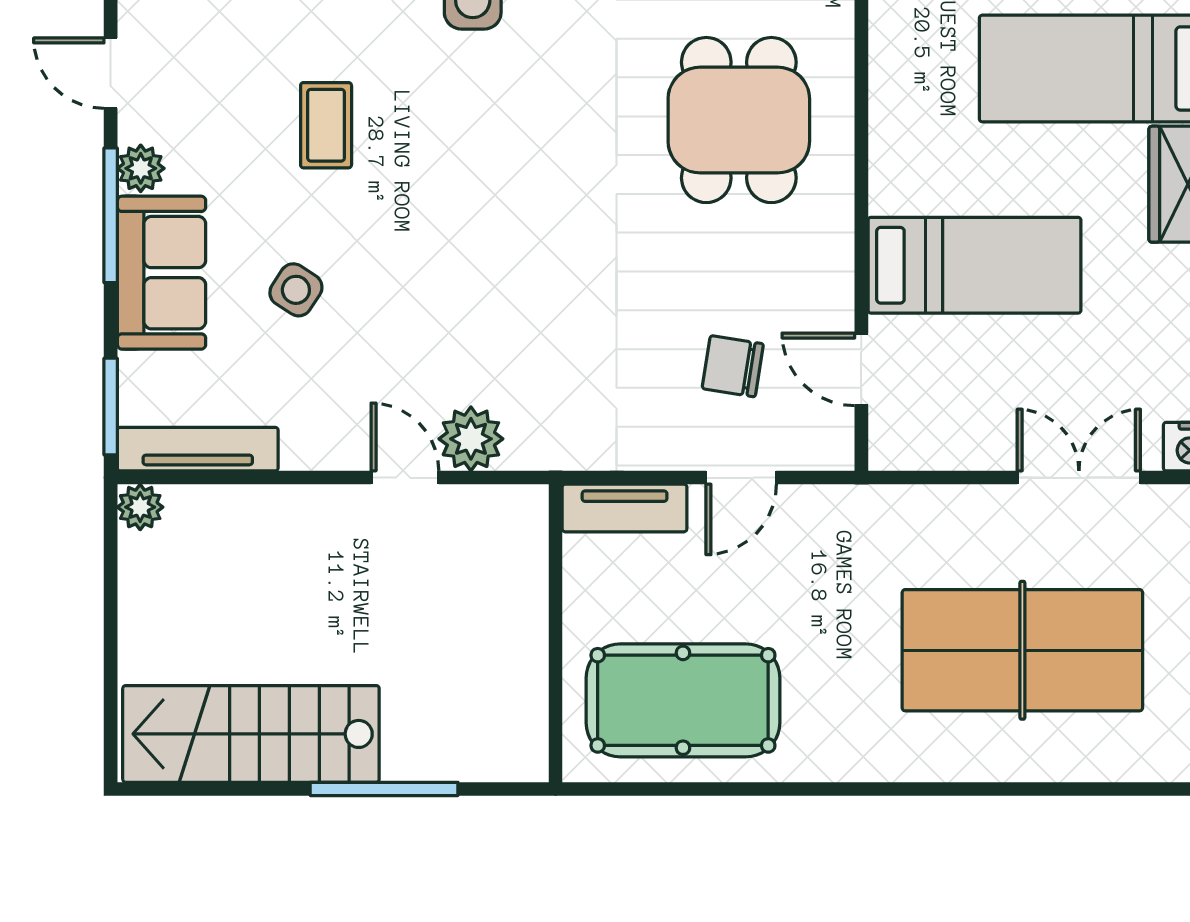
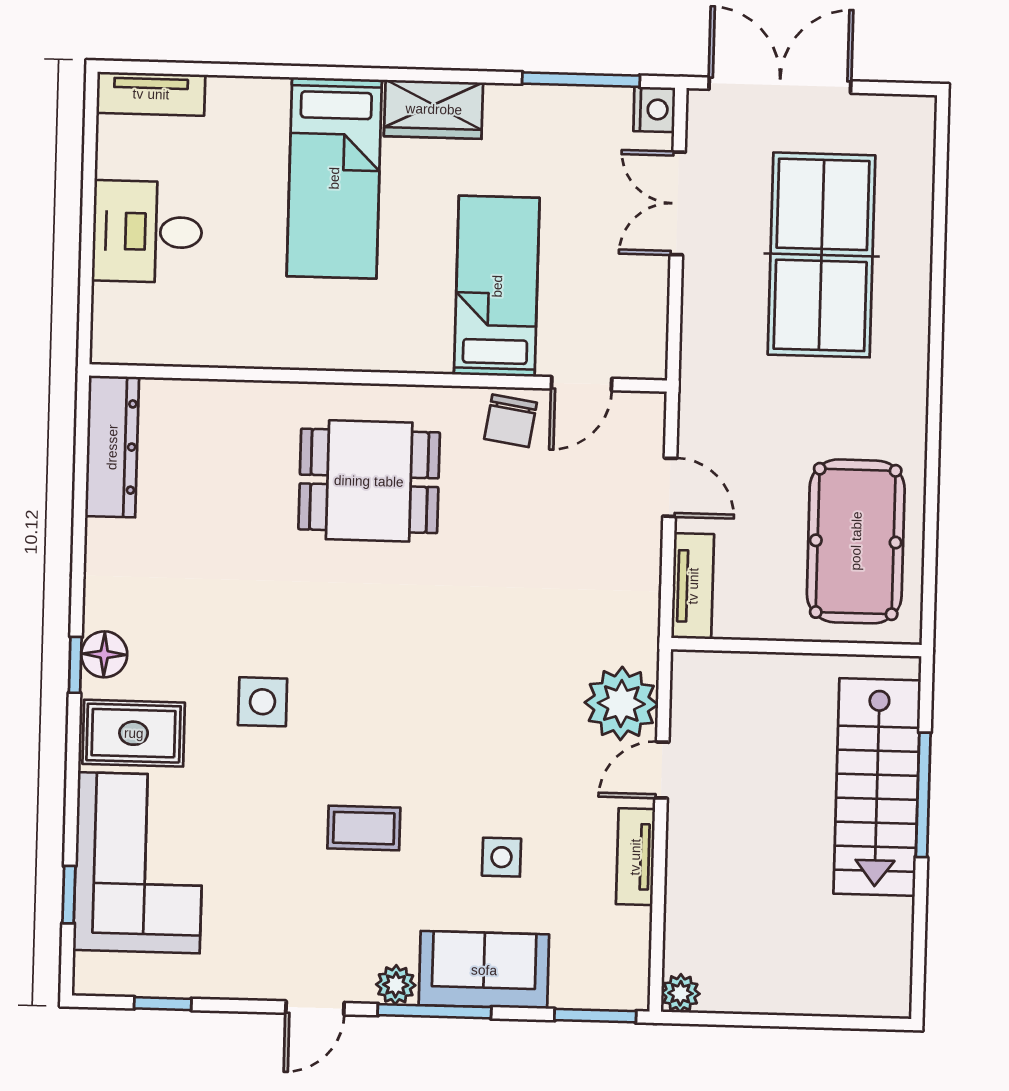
side table: (296, 290) -> (501, 857), turned -33
chair: (733, 366) -> (511, 421), moved
plant: (471, 439) -> (621, 703), width x1.36, depth x1.36
tv unit: (198, 449) -> (635, 857), moved, width x0.71
stairs: (251, 734) -> (877, 787), moved

